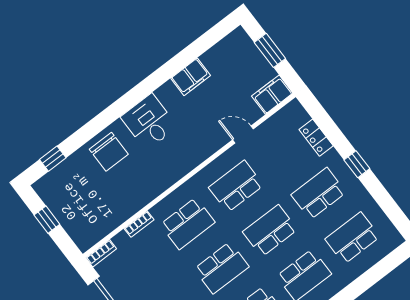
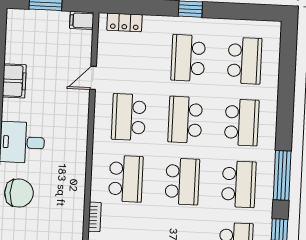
filing cabinet: (272, 95) -> (82, 20), width x0.50
locker: (316, 138) -> (124, 22), moved
school desk: (352, 238) -> (245, 61), turned 180

